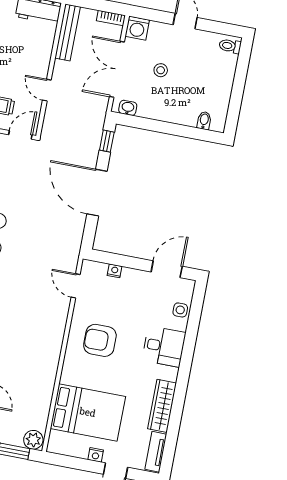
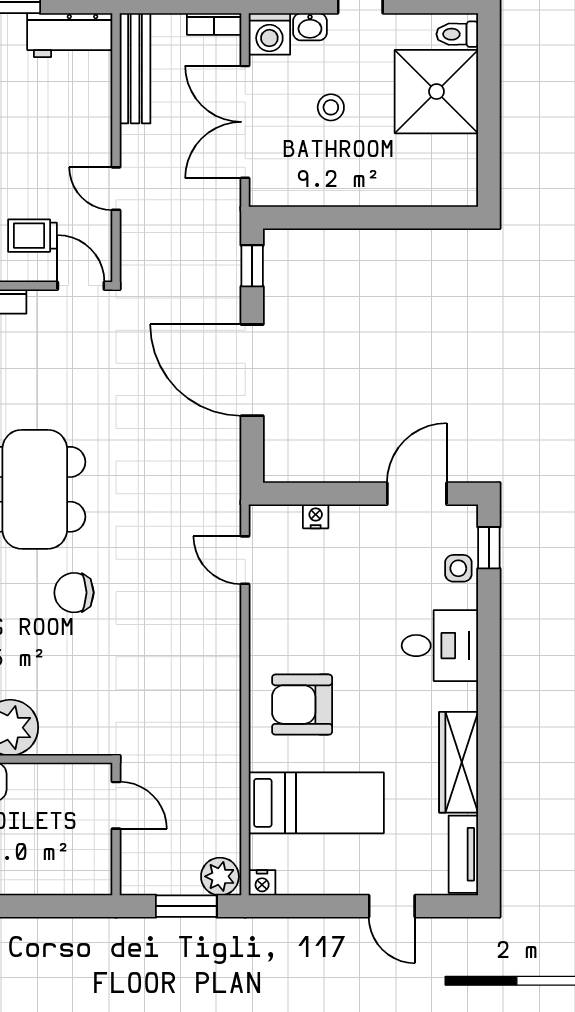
shower: (214, 72) -> (436, 92), added
washbasin: (128, 108) -> (310, 27), moved, turned 180
bidet: (204, 121) -> (434, 189), removed
door: (20, 135) -> (81, 286), hinge flipped
window: (197, 303) -> (489, 548), added
armchair: (100, 340) -> (302, 705), moved
bed: (88, 412) -> (316, 803), width x0.67
nightstand: (96, 455) -> (262, 883), moved

